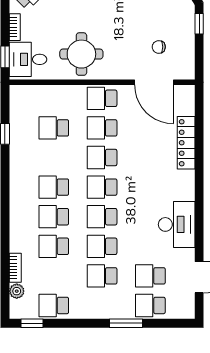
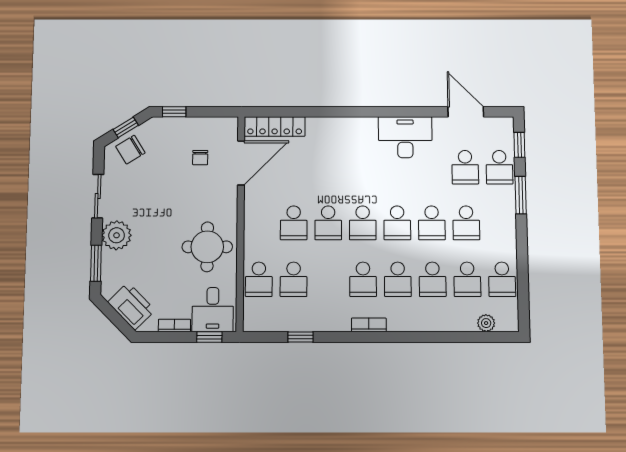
school desk: (102, 98) -> (259, 279), moved
locker: (186, 143) -> (275, 126), moved
bookcase: (15, 268) -> (369, 325), moved
school desk: (54, 276) -> (467, 279), added
window: (32, 323) -> (519, 145), moved

